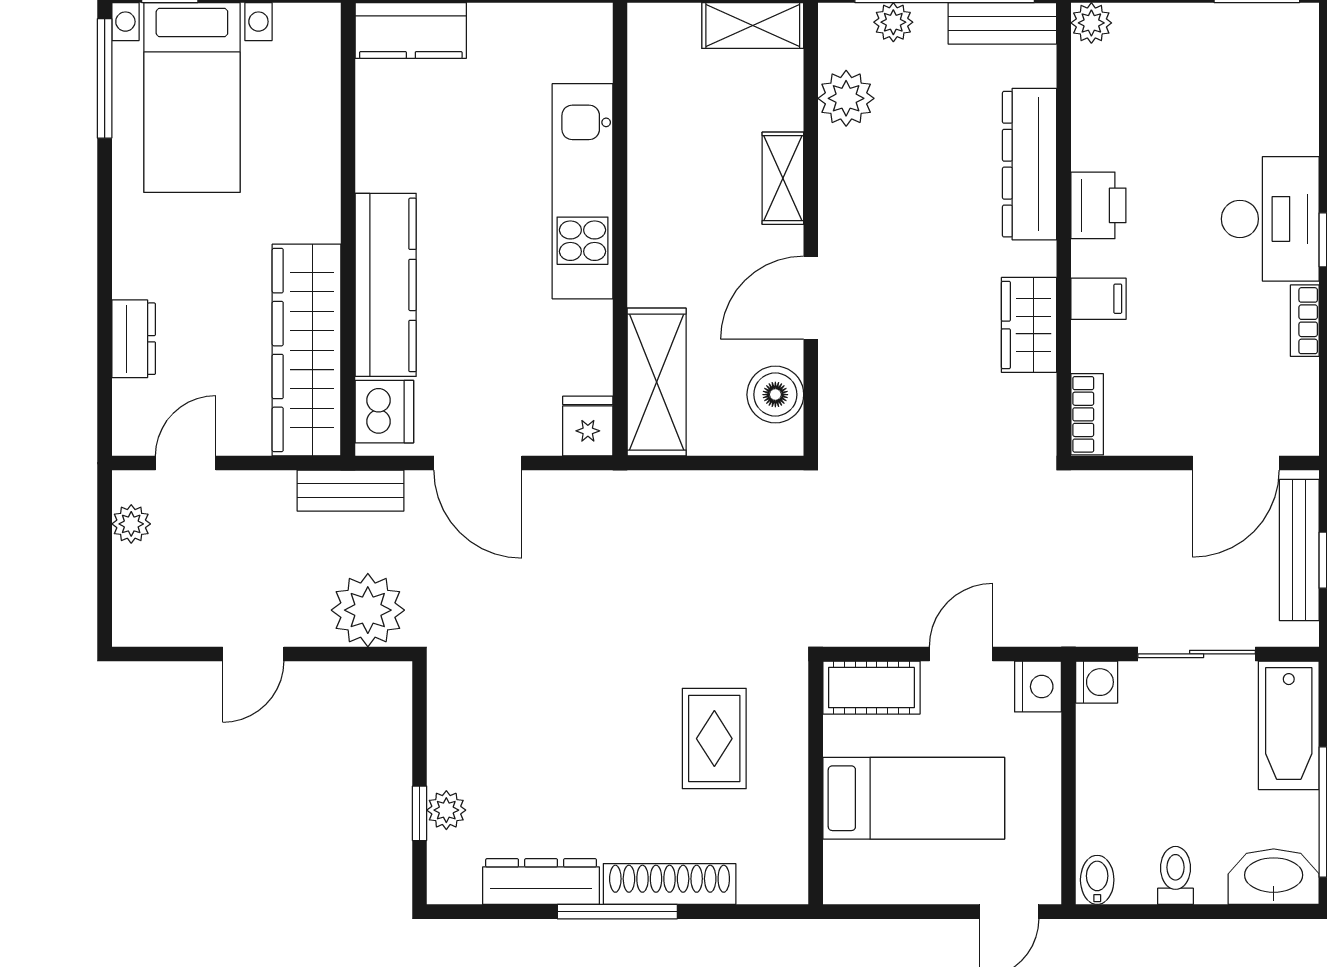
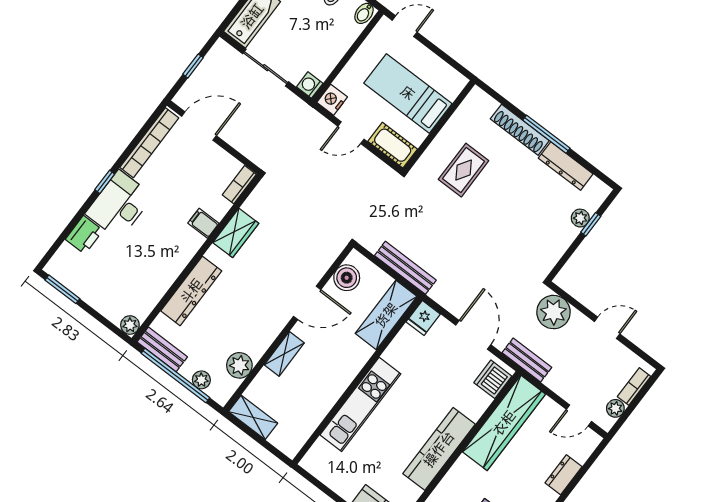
printer: (1098, 205) -> (84, 235), moved, turned 180
kitchen counter: (386, 285) -> (439, 449), moved
bookcase: (1305, 321) -> (149, 143), width x2.31, depth x1.31
bench: (1299, 550) -> (405, 268), moved, turned 90
bookcase: (128, 587) -> (634, 386), added

